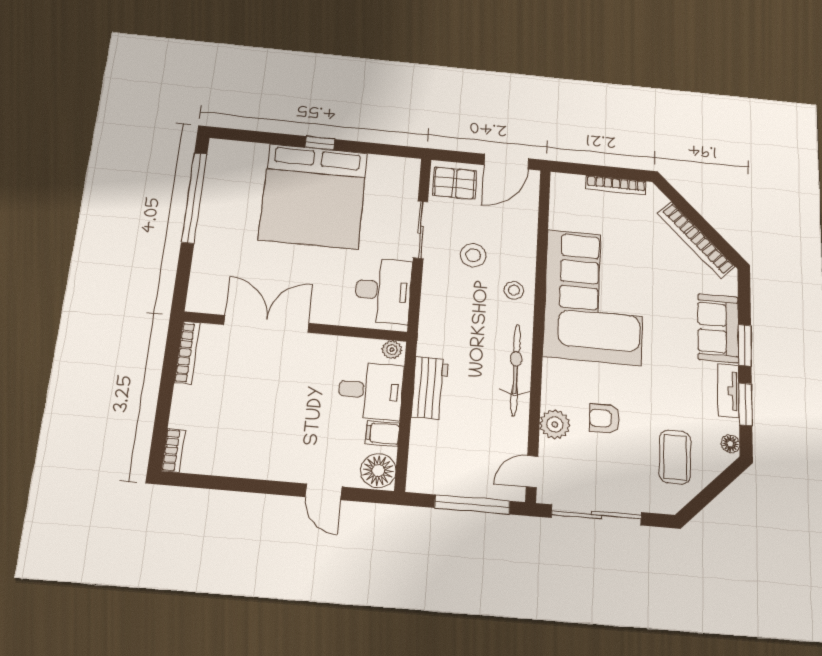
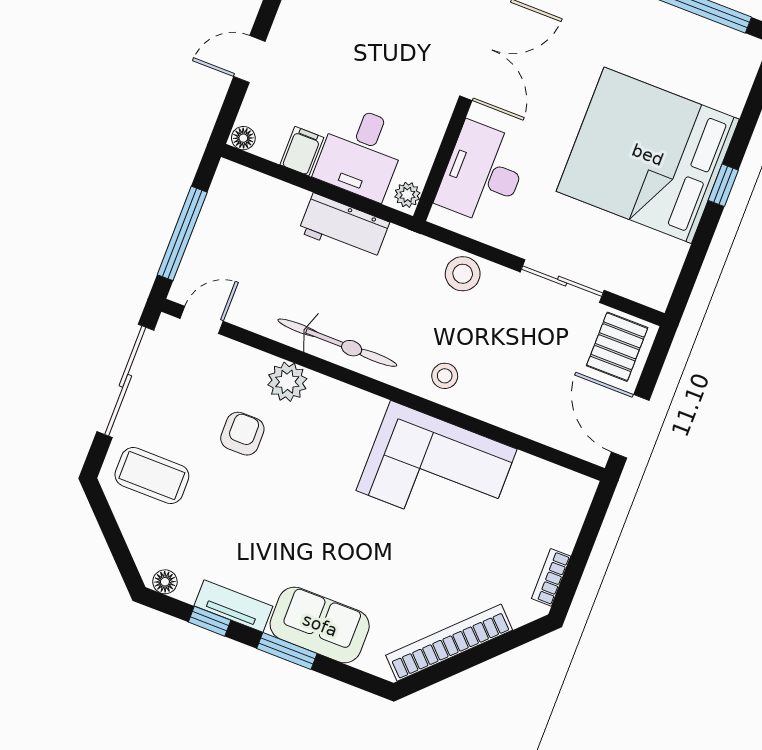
bookcase: (616, 185) -> (551, 577), width x0.64
stool: (473, 255) -> (463, 274), moved
desk: (383, 291) -> (483, 173), moved, turned 90
corner sofa: (594, 297) -> (436, 470), width x0.73, depth x0.74
window: (745, 404) -> (210, 621), width x0.67
plant: (555, 424) -> (287, 382), moved
coffee table: (675, 457) -> (152, 476), moved
floor lamp: (378, 471) -> (243, 138), width x0.53, depth x0.53
door: (532, 471) -> (202, 320), hinge flipped

